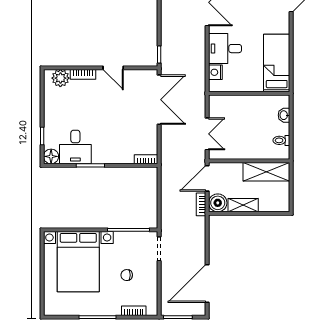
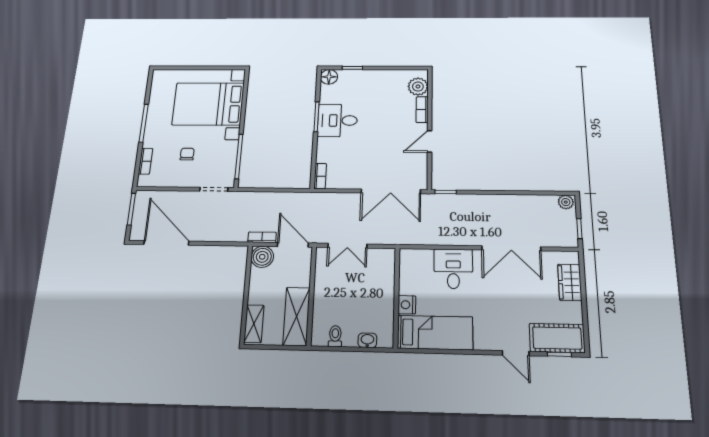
nightstand: (215, 72) -> (407, 305), moved, turned -90
desk: (75, 147) -> (337, 120), moved
shelving: (243, 205) -> (254, 324), moved

